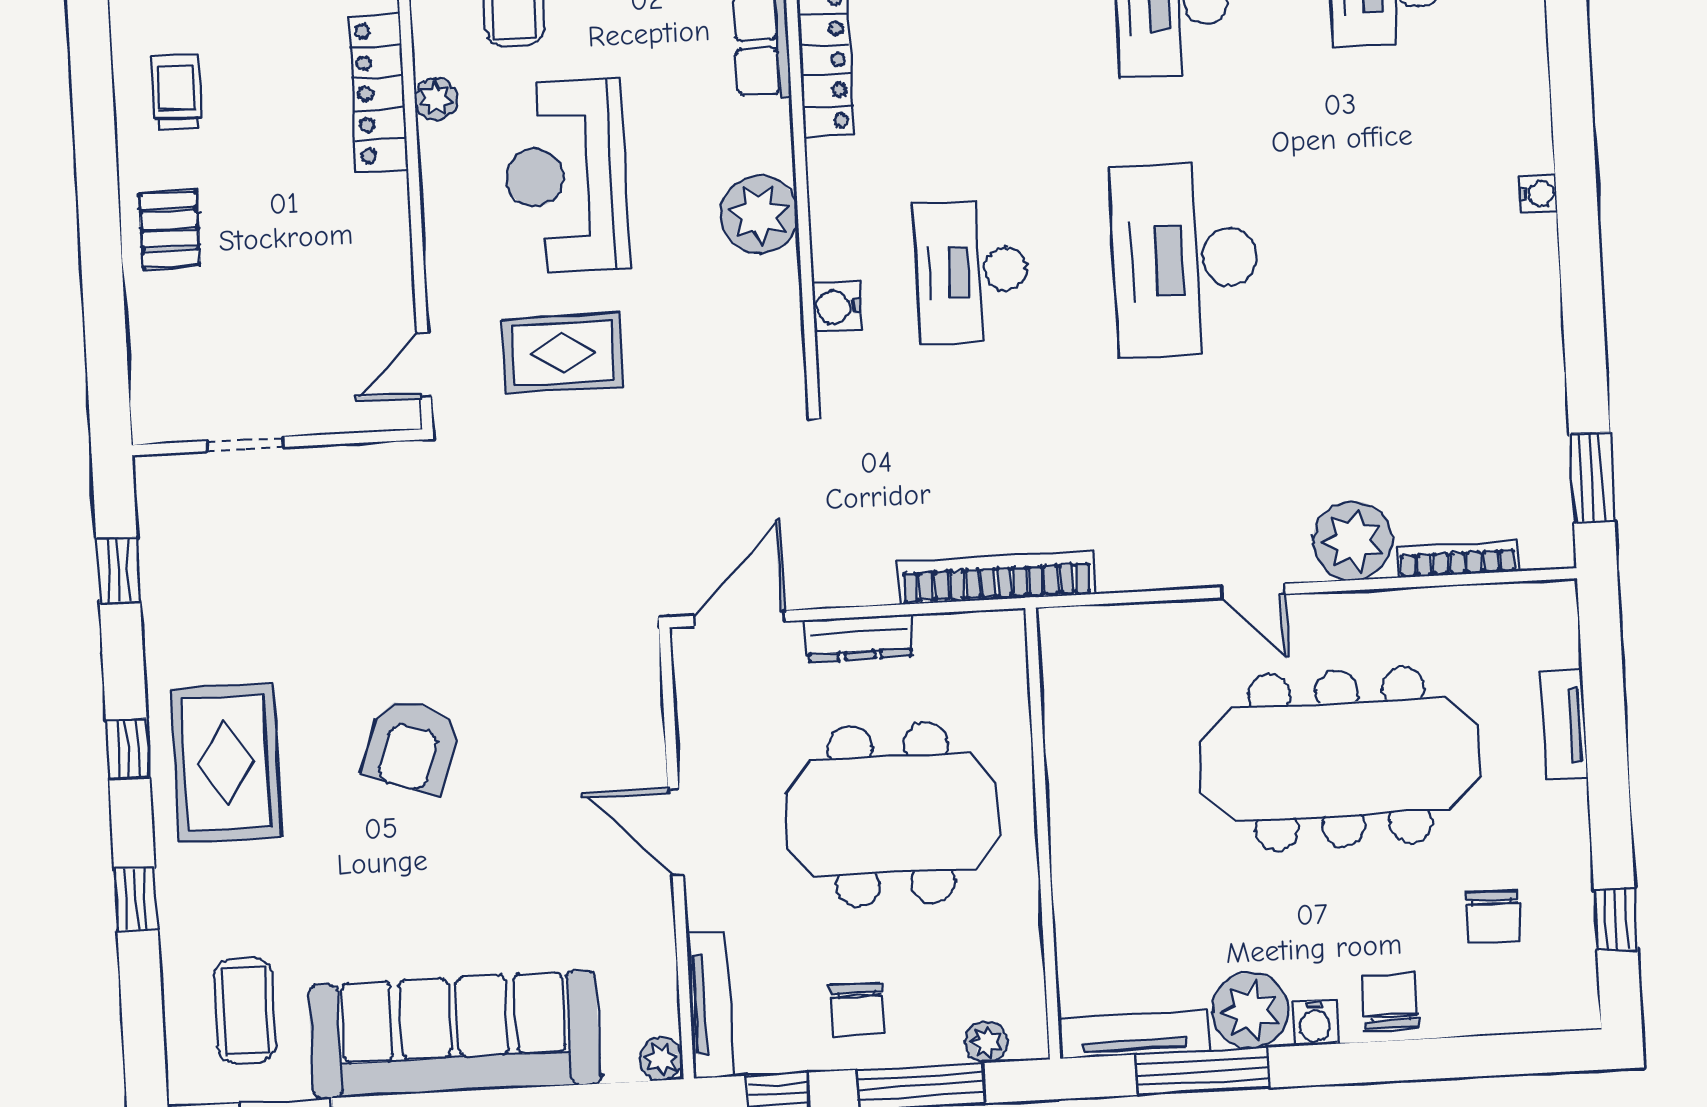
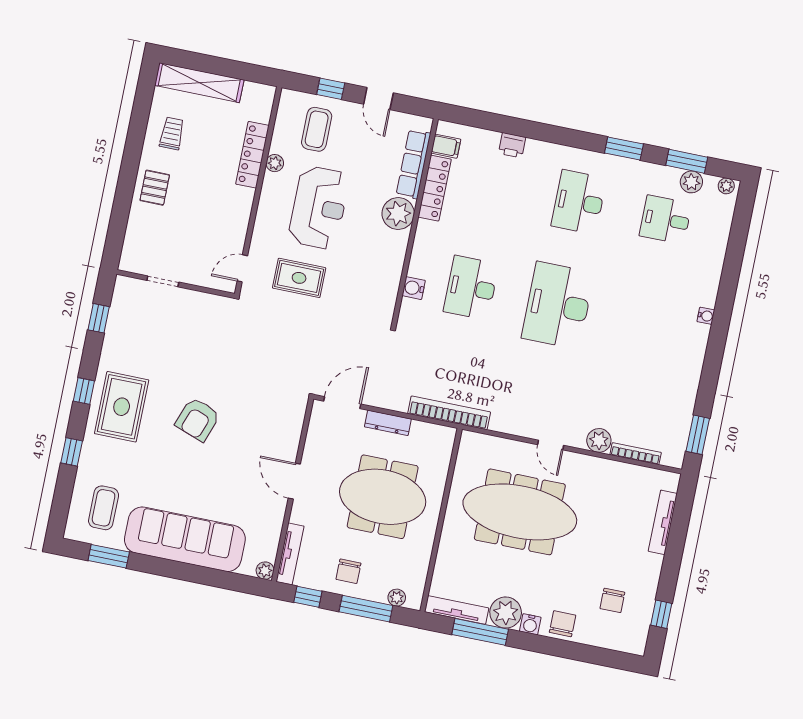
reception desk: (566, 176) -> (319, 208), turned 180
plant: (759, 215) -> (398, 214), moved
plant: (1353, 541) -> (599, 440), width x0.73, depth x0.73
tv unit: (1565, 725) -> (663, 522), width x1.41
meeting table: (1340, 759) -> (520, 512), moved

